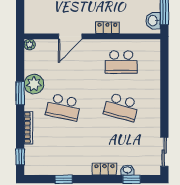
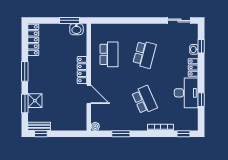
locker: (107, 28) -> (82, 70), width x1.53
plant: (34, 84) -> (126, 123), removed
window: (20, 93) -> (121, 134), moved
school desk: (63, 107) -> (144, 100), turned -36
desk: (72, 160) -> (186, 93), added

